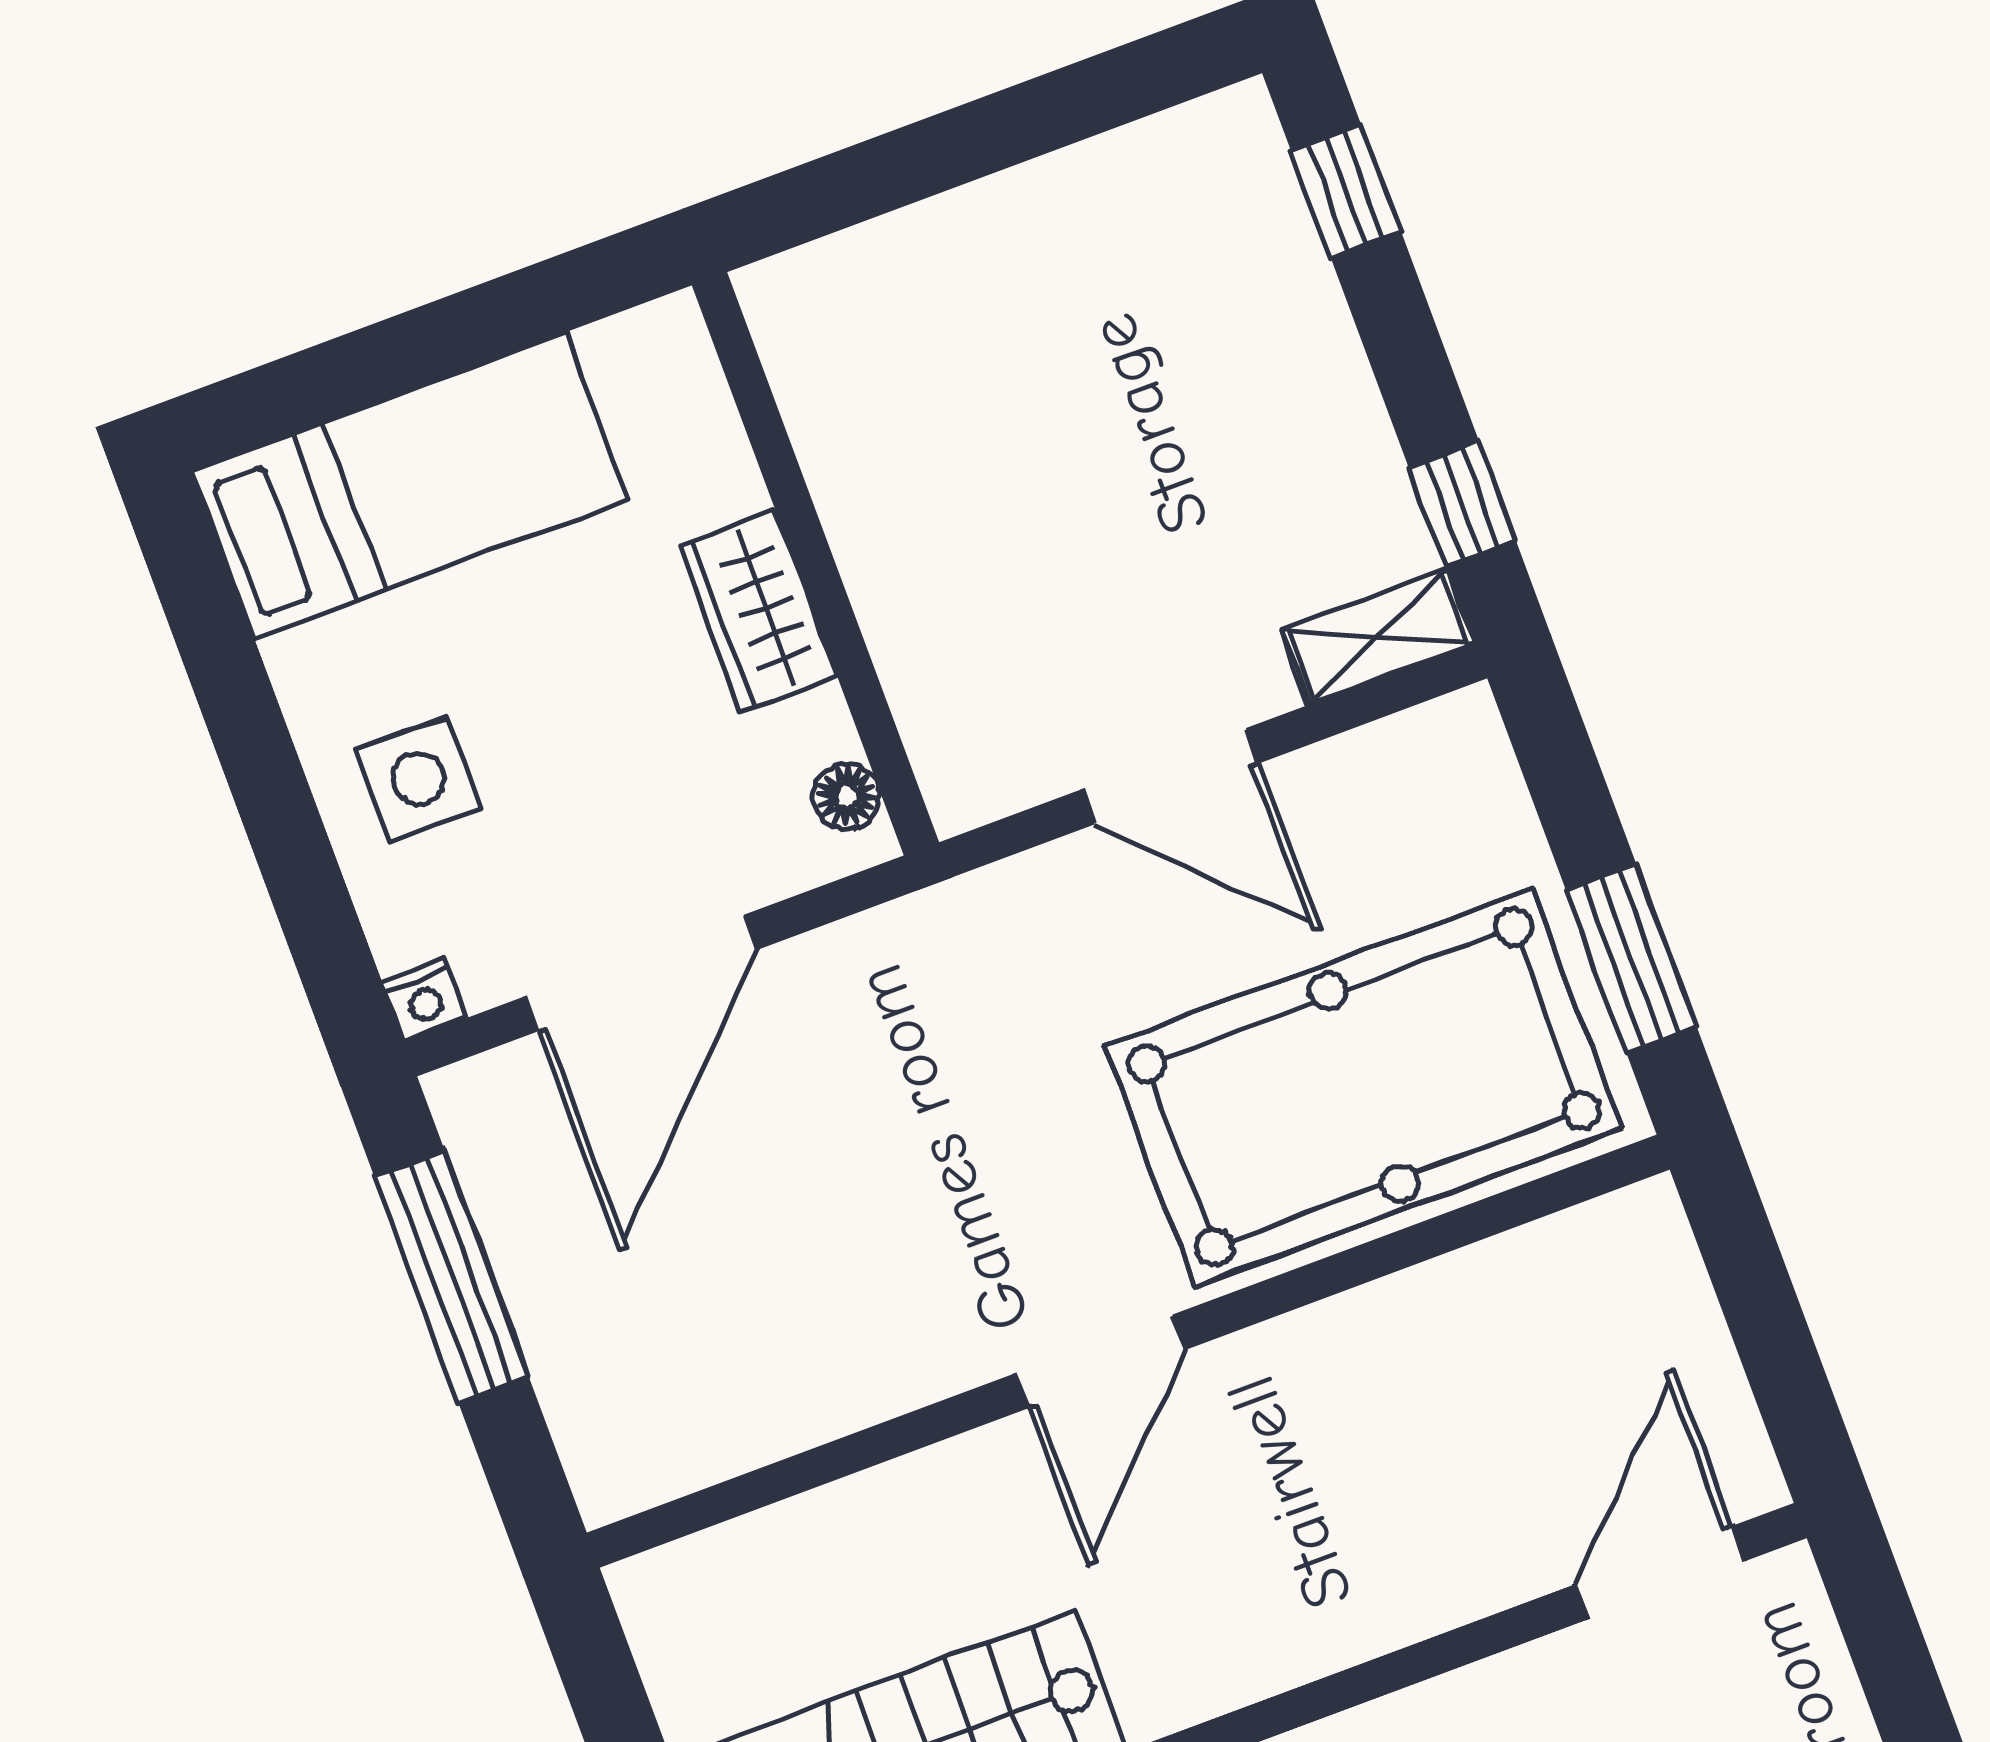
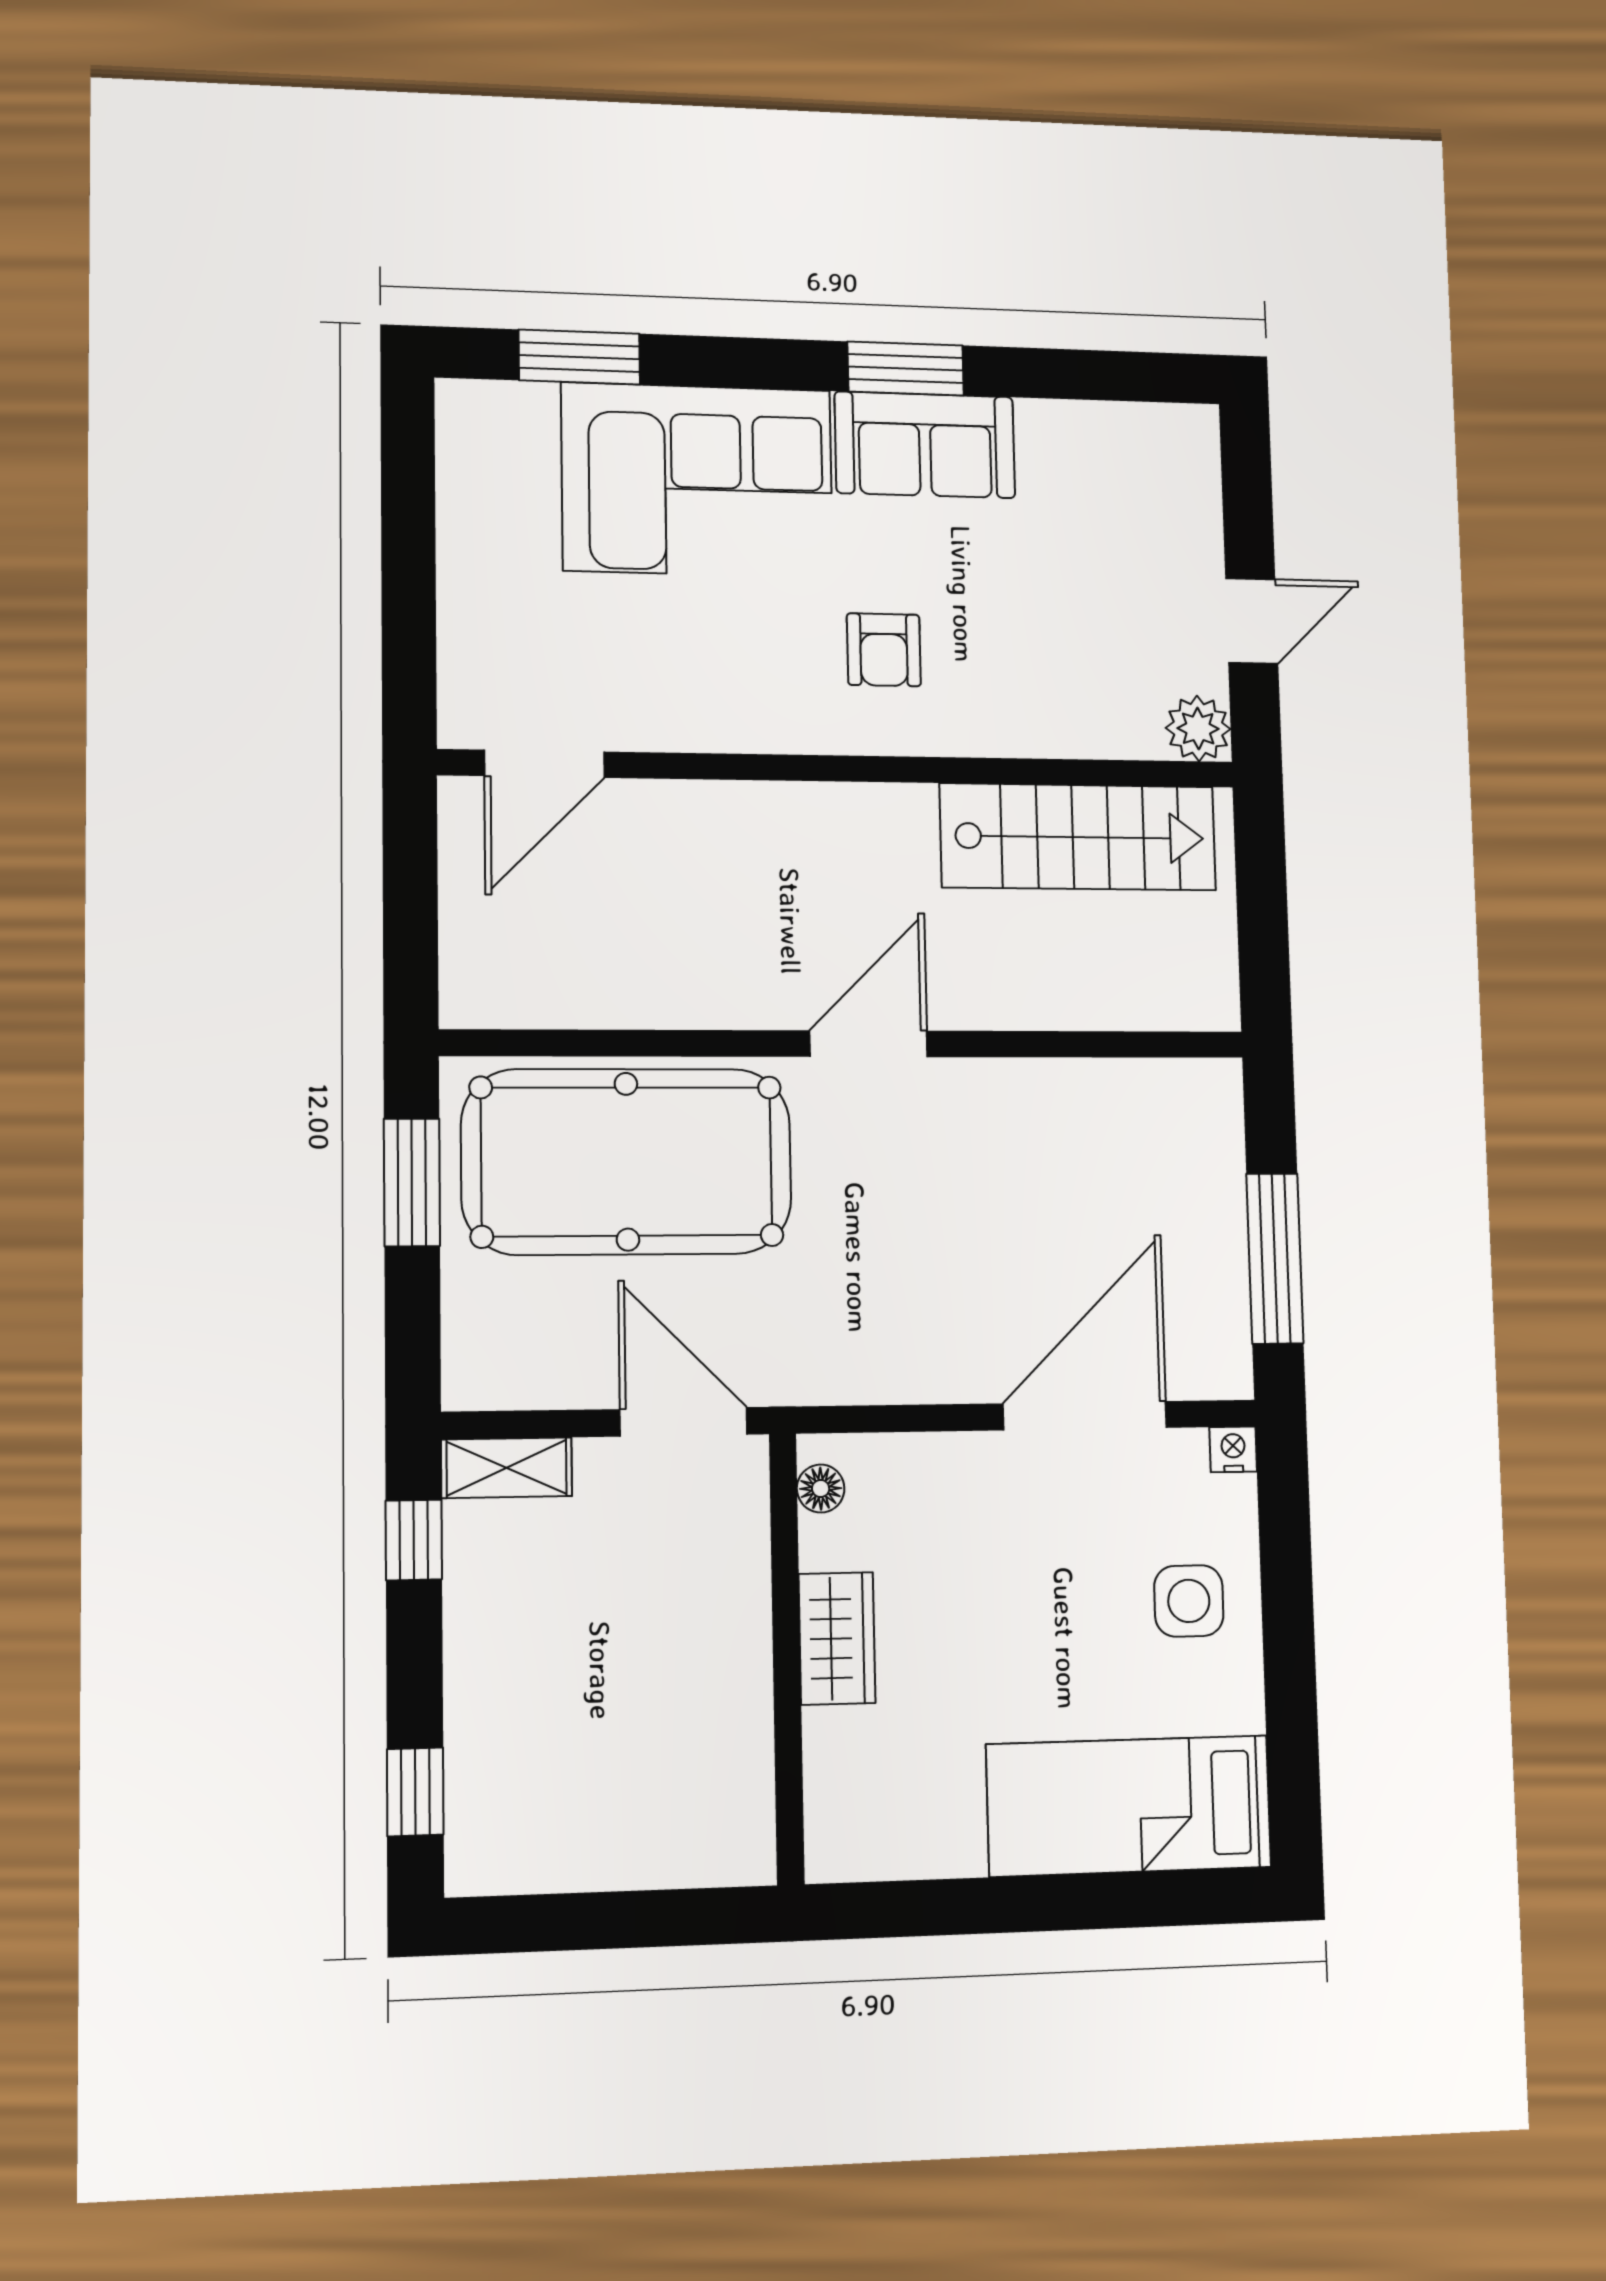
wall: (815, 564) -> (787, 1658), moved
wardrobe: (758, 611) -> (837, 1638), moved
floor lamp: (847, 796) -> (821, 1489), moved

